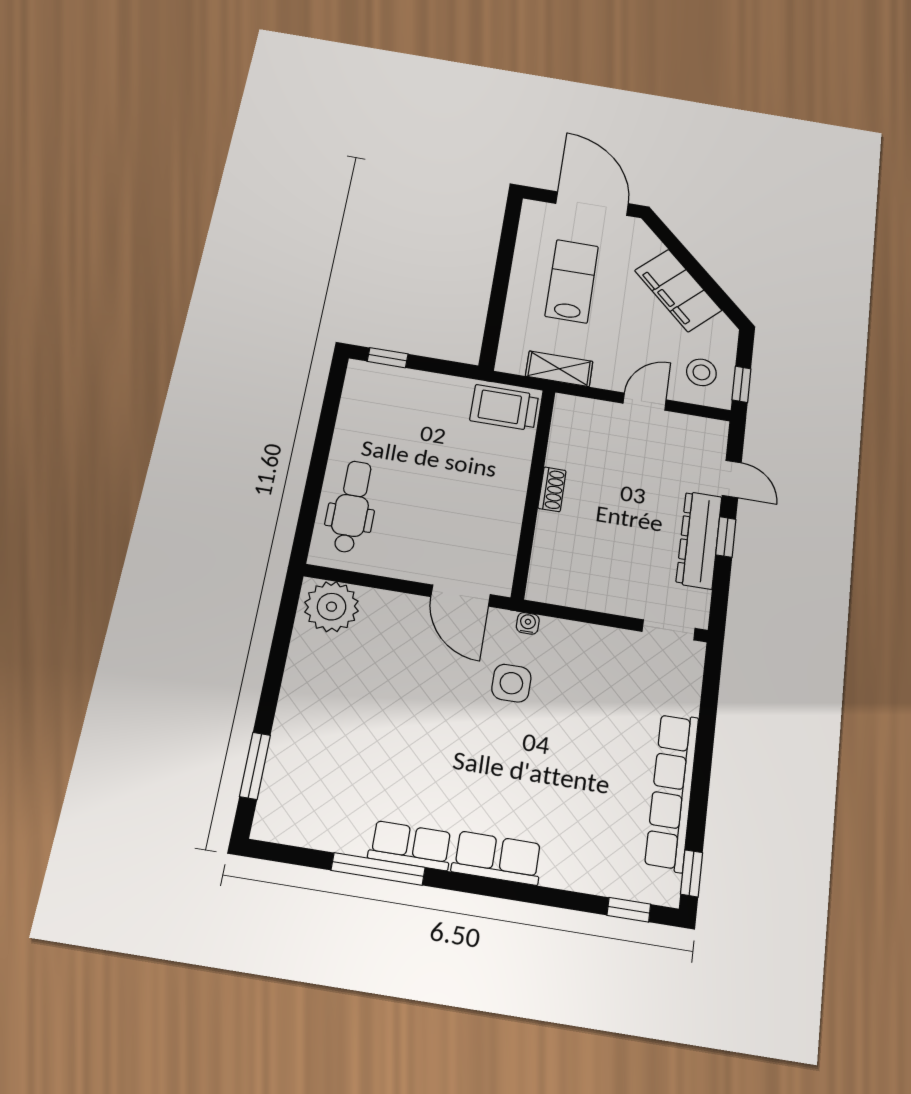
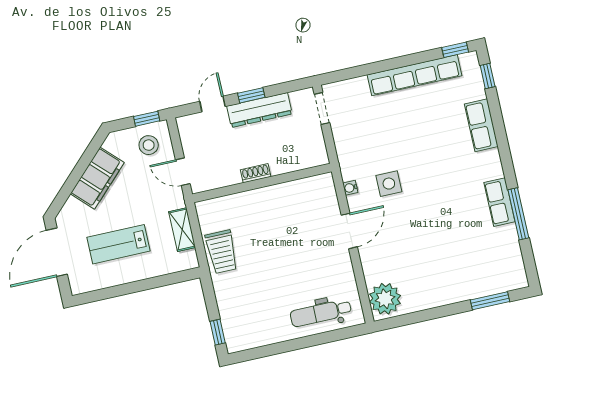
shoe rack: (552, 489) -> (256, 173), moved
wall: (533, 492) -> (262, 183), moved
row of seats: (497, 858) -> (481, 125), moved

